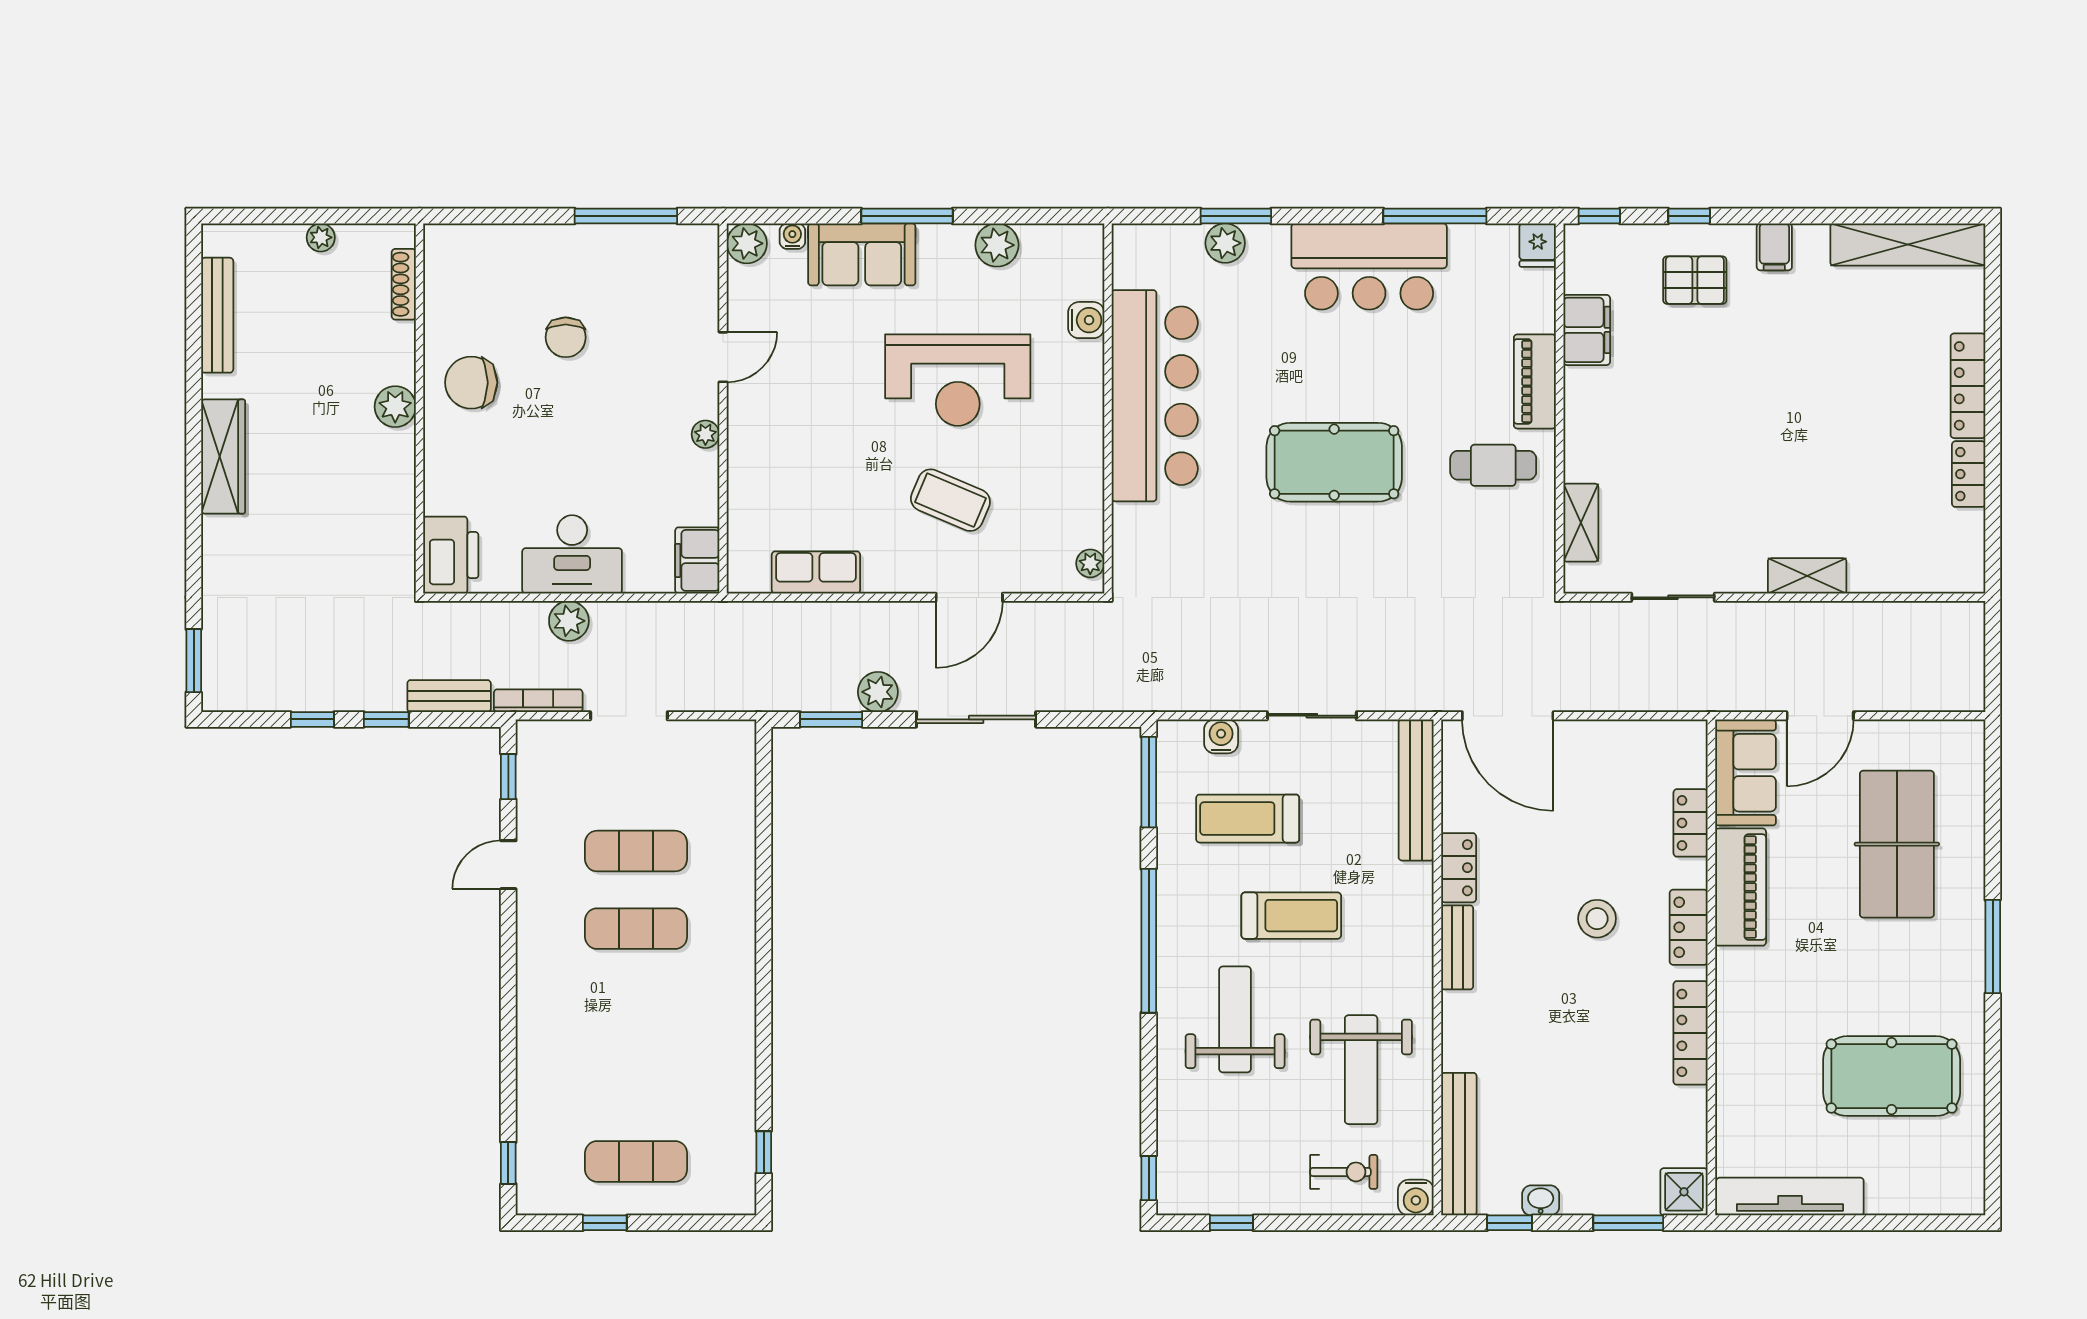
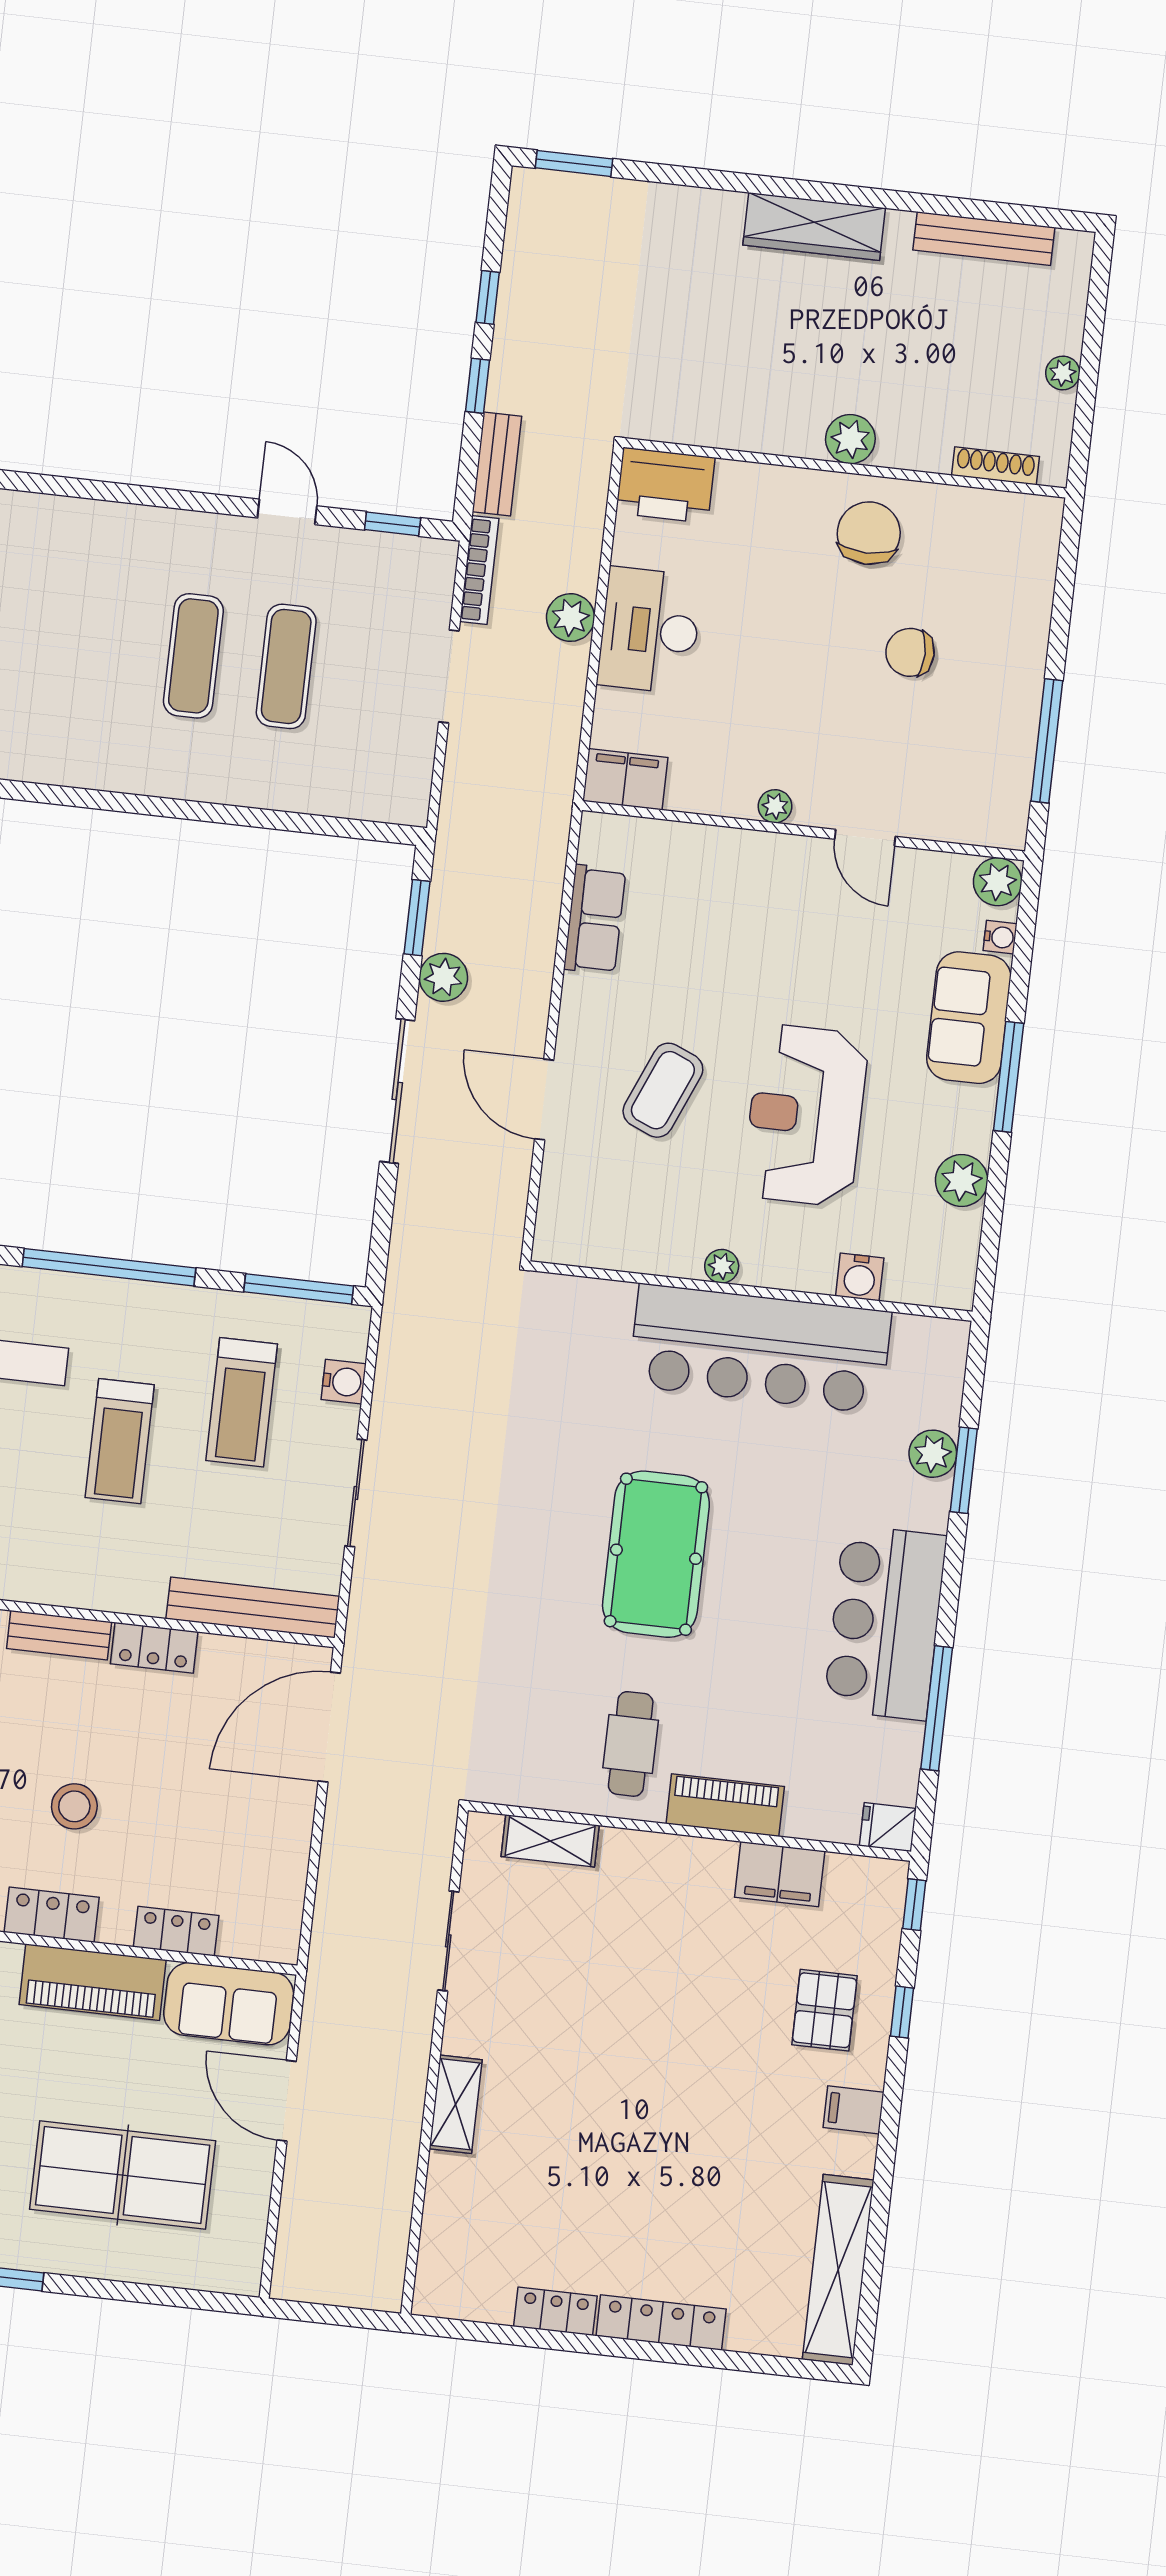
plant: (1090, 563) -> (722, 1266), moved
treadmill: (1248, 819) -> (242, 1402), turned 180

